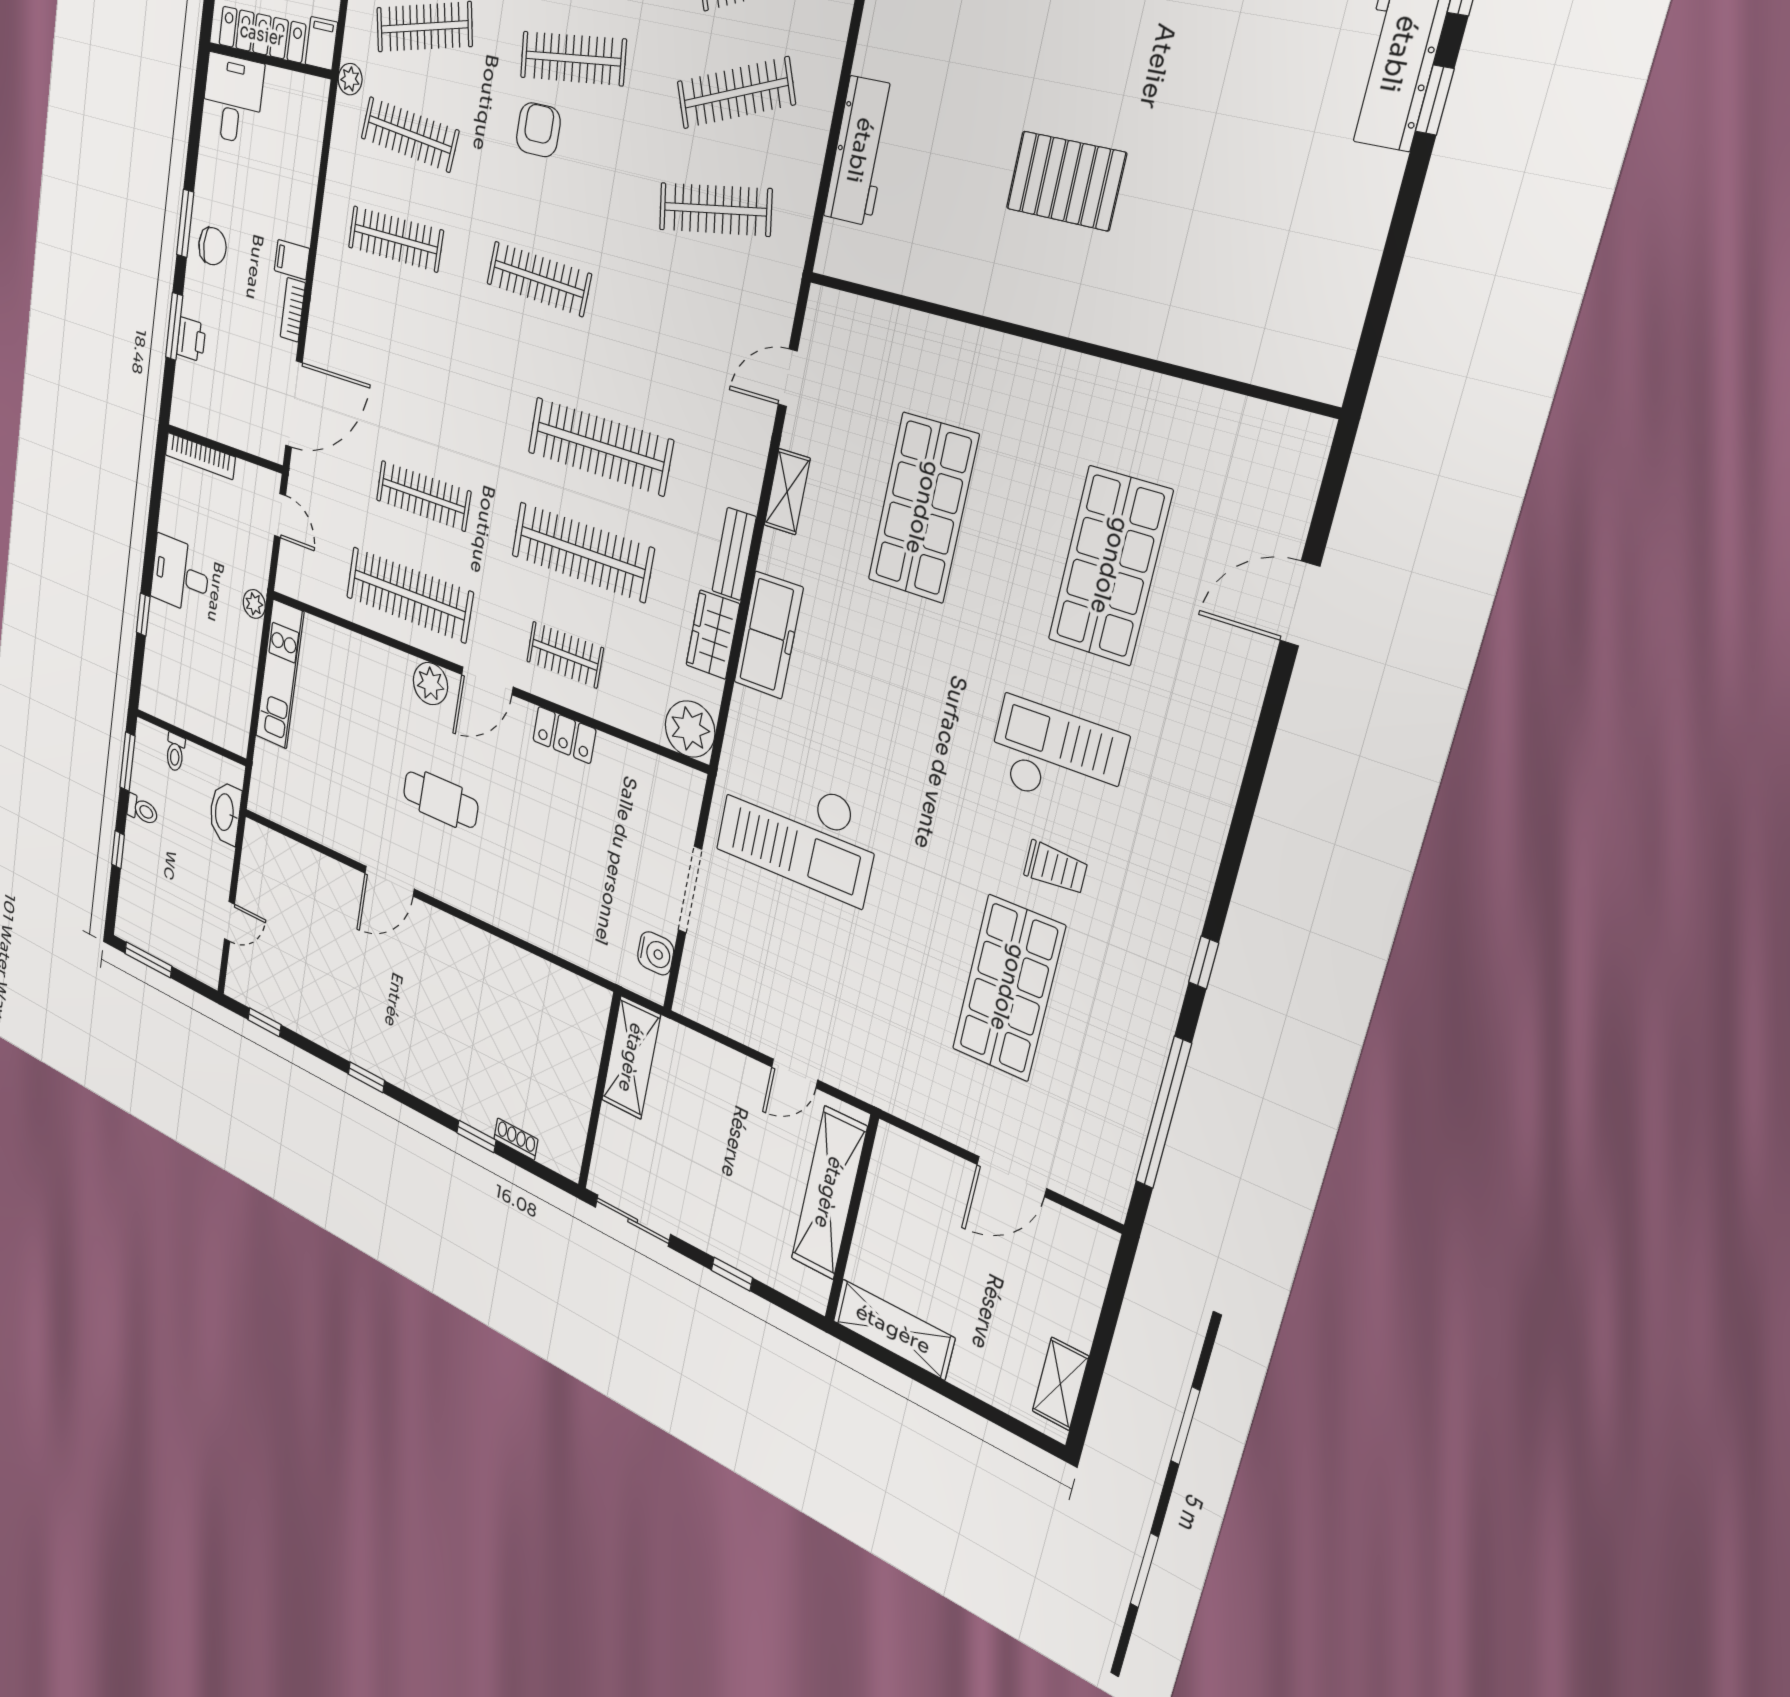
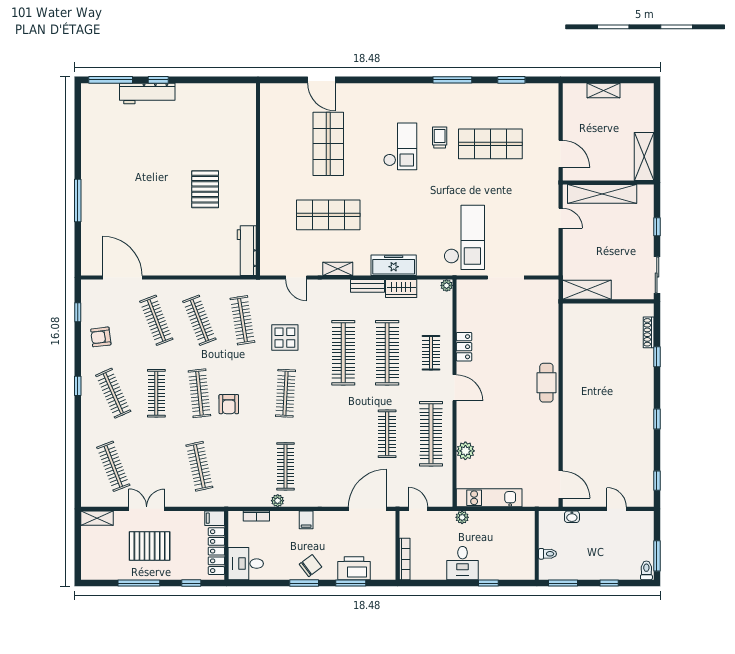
plant: (350, 79) -> (278, 501), moved
armchair: (538, 130) -> (229, 404), turned -90
clothes rail: (410, 134) -> (242, 466), removed
workbench: (860, 151) -> (247, 251), moved, turned -90
chair: (212, 246) -> (310, 566), turned 53
bookcase: (293, 310) -> (256, 516), moved
display table: (657, 310) -> (285, 338), added
printer: (191, 339) -> (354, 568), width x1.87, depth x1.48
door: (294, 404) -> (367, 509), hinge flipped
door: (280, 516) -> (418, 509), hinge flipped
shop shelf: (1110, 566) -> (328, 144), turned 90
plant: (430, 684) -> (465, 451), moved
plant: (690, 729) -> (447, 285), width x0.53, depth x0.53
checkout: (1057, 757) -> (400, 146), turned 180
cafe table: (441, 800) -> (546, 383), moved
toilet: (142, 810) -> (646, 570), moved
washbasin: (225, 813) -> (572, 517), width x0.52, depth x0.69
door: (389, 881) -> (561, 485), moved
water cooler: (656, 953) -> (538, 287), removed
window: (1204, 962) -> (452, 80), width x2.17
window: (1164, 1113) -> (511, 80), width x0.47
shoe rack: (516, 1139) -> (649, 332), width x1.43
door: (1011, 1176) -> (561, 154), moved
shelving: (1060, 1384) -> (603, 90), moved

